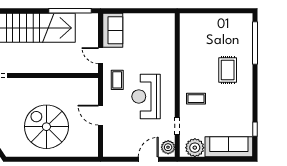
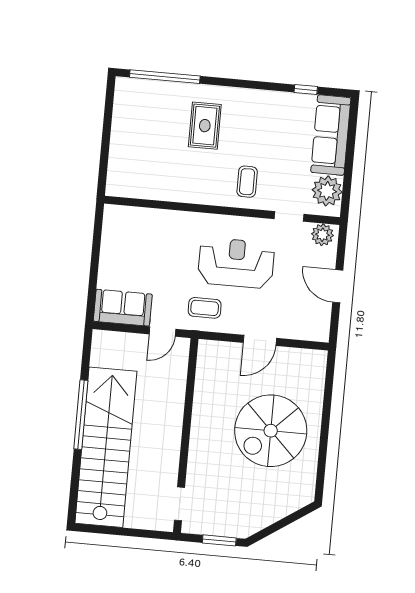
window: (70, 11) -> (81, 415), moved
rug: (228, 70) -> (205, 126), turned 90
reception desk: (146, 96) -> (236, 263), turned 180
door: (148, 159) -> (338, 286), moved

